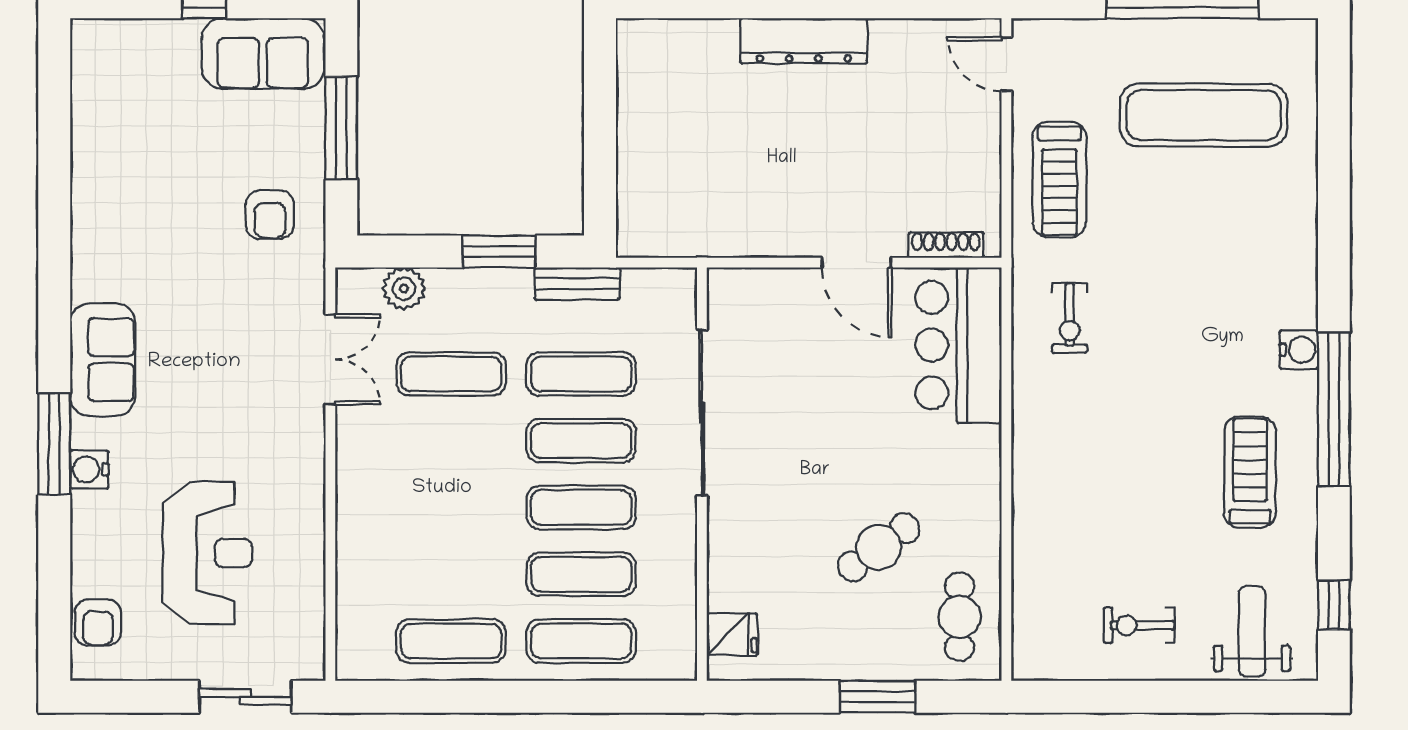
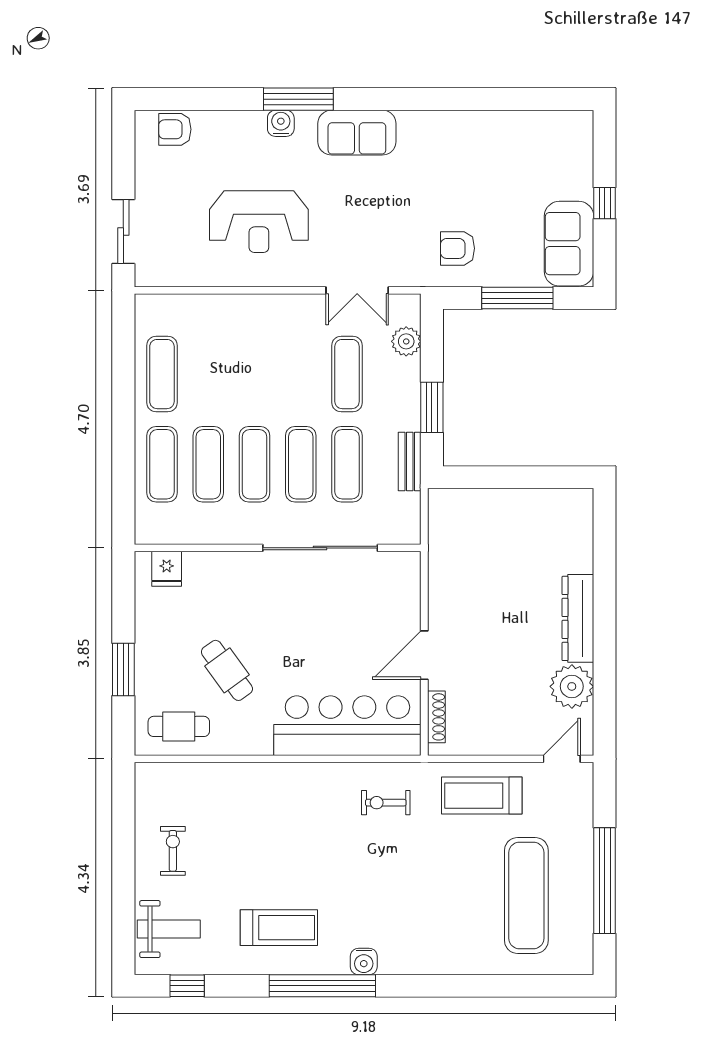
plant: (902, 50) -> (572, 686), added
bar counter: (959, 345) -> (347, 726), width x1.36
reception desk: (207, 553) -> (259, 222), moved

